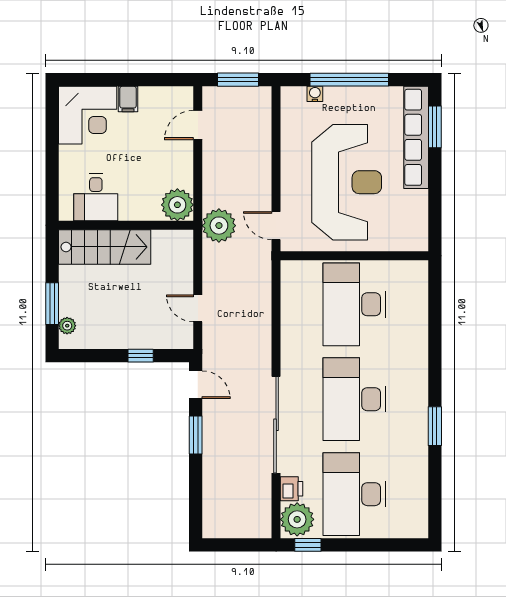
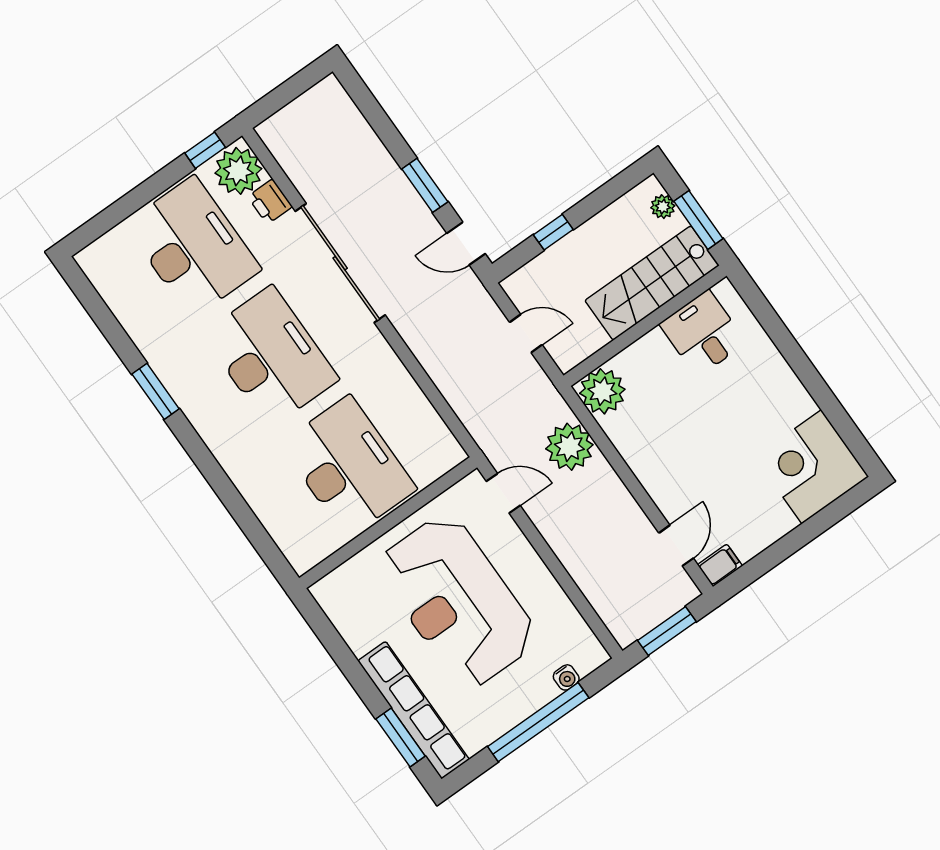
filing cabinet: (128, 99) -> (720, 565), moved, turned 90
desk: (96, 197) -> (703, 333), moved
plant: (177, 205) -> (602, 391), moved
wall: (126, 225) -> (645, 326), moved
stairs: (105, 247) -> (652, 283), moved

